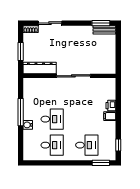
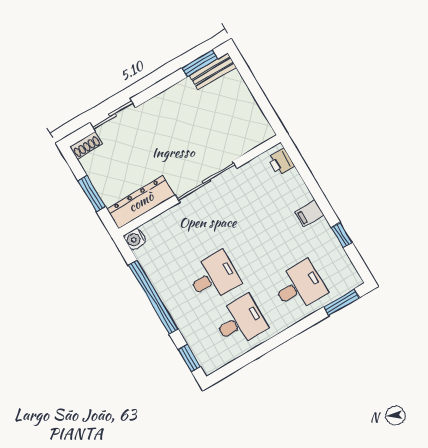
printer: (111, 106) -> (281, 162), moved
window: (21, 112) -> (153, 297), width x1.46
water cooler: (28, 125) -> (135, 239), moved
window: (118, 145) -> (342, 235), moved
window: (21, 148) -> (189, 358), added

